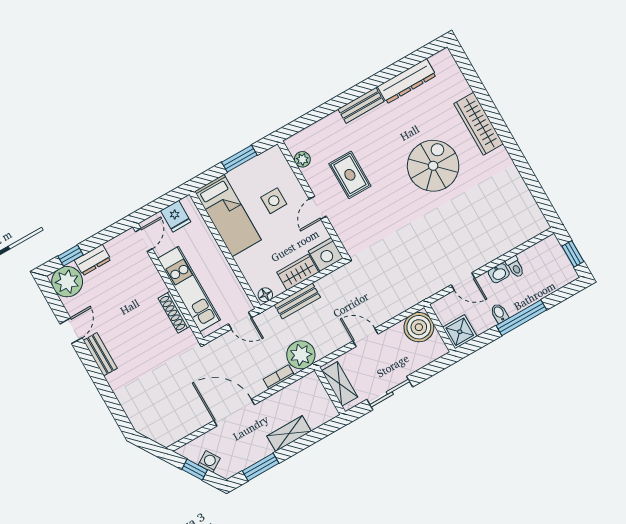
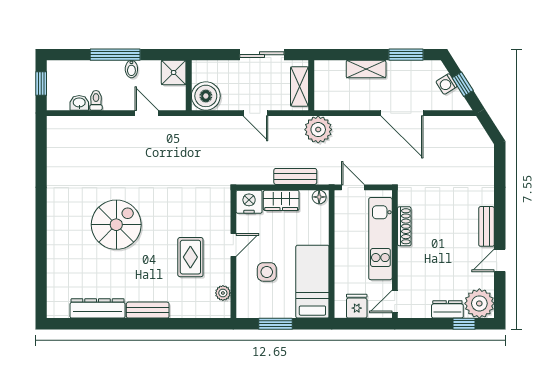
wardrobe: (478, 124) -> (58, 238), removed
spiral stairs: (433, 166) -> (116, 225), turned 180
washbasin: (499, 273) -> (79, 103), moved
bookcase: (279, 377) -> (347, 122), removed

